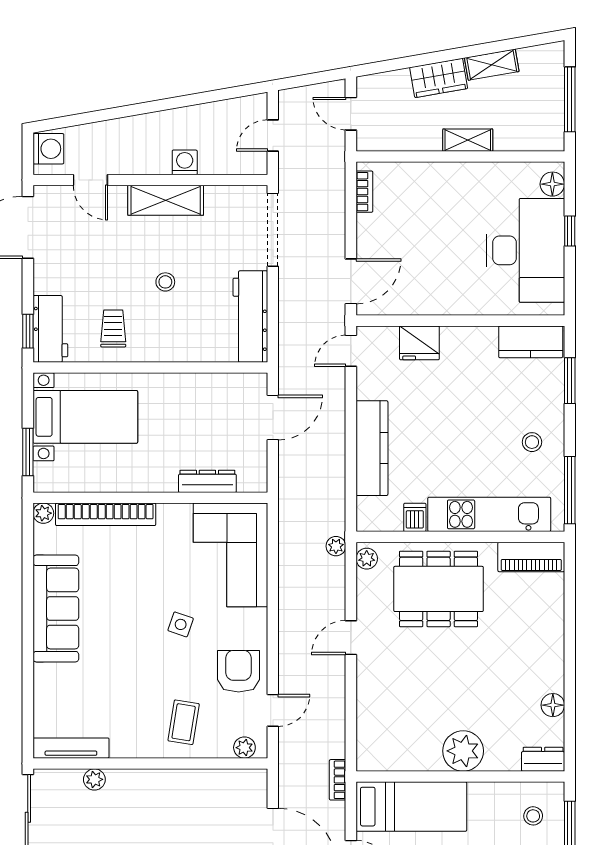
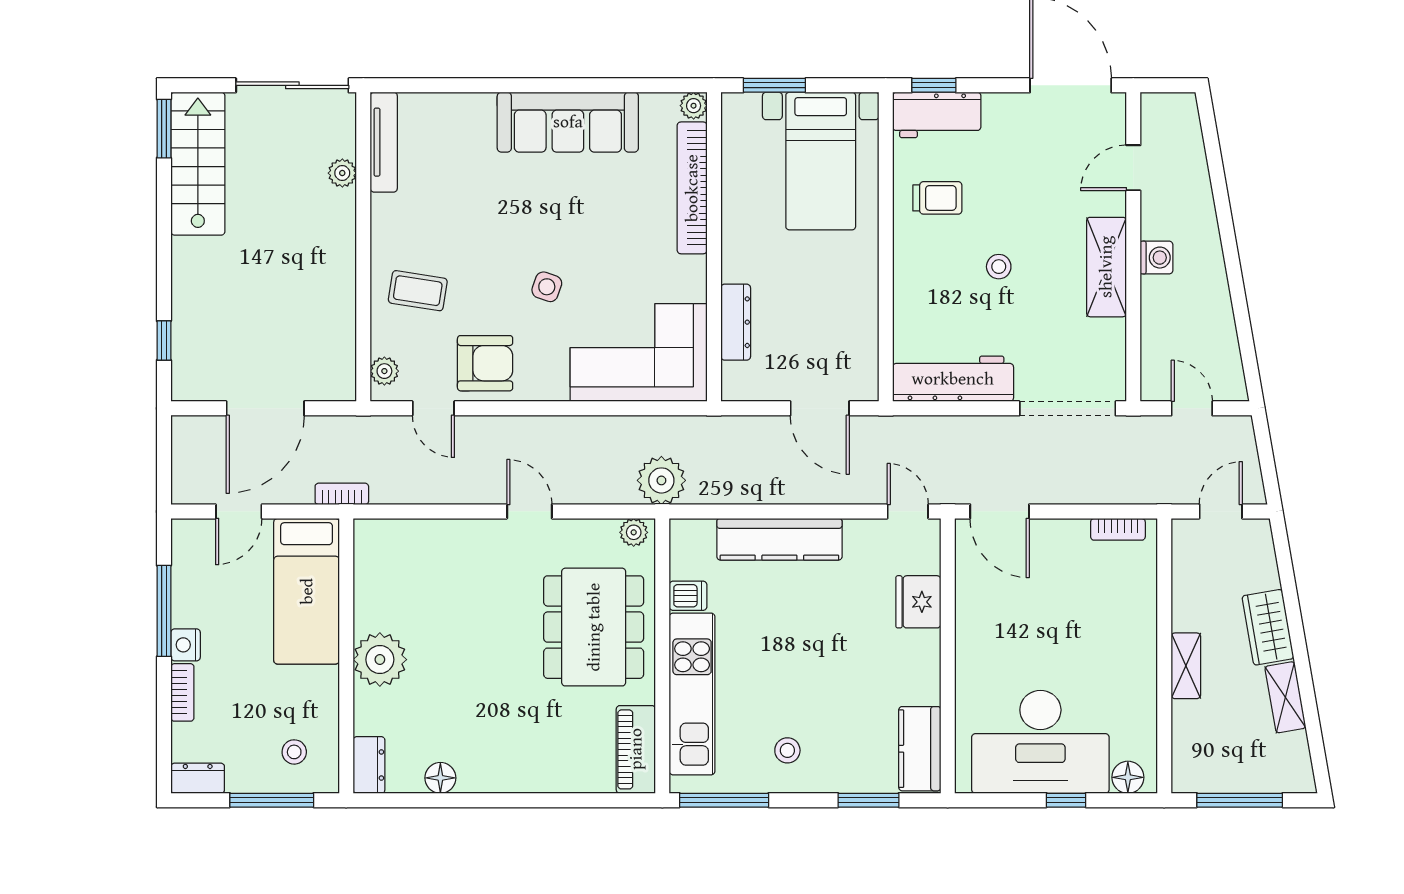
washing machine: (48, 149) -> (1174, 112), removed
washing machine: (185, 162) -> (1156, 258), moved
plant: (336, 546) -> (661, 480), width x1.88, depth x1.88

